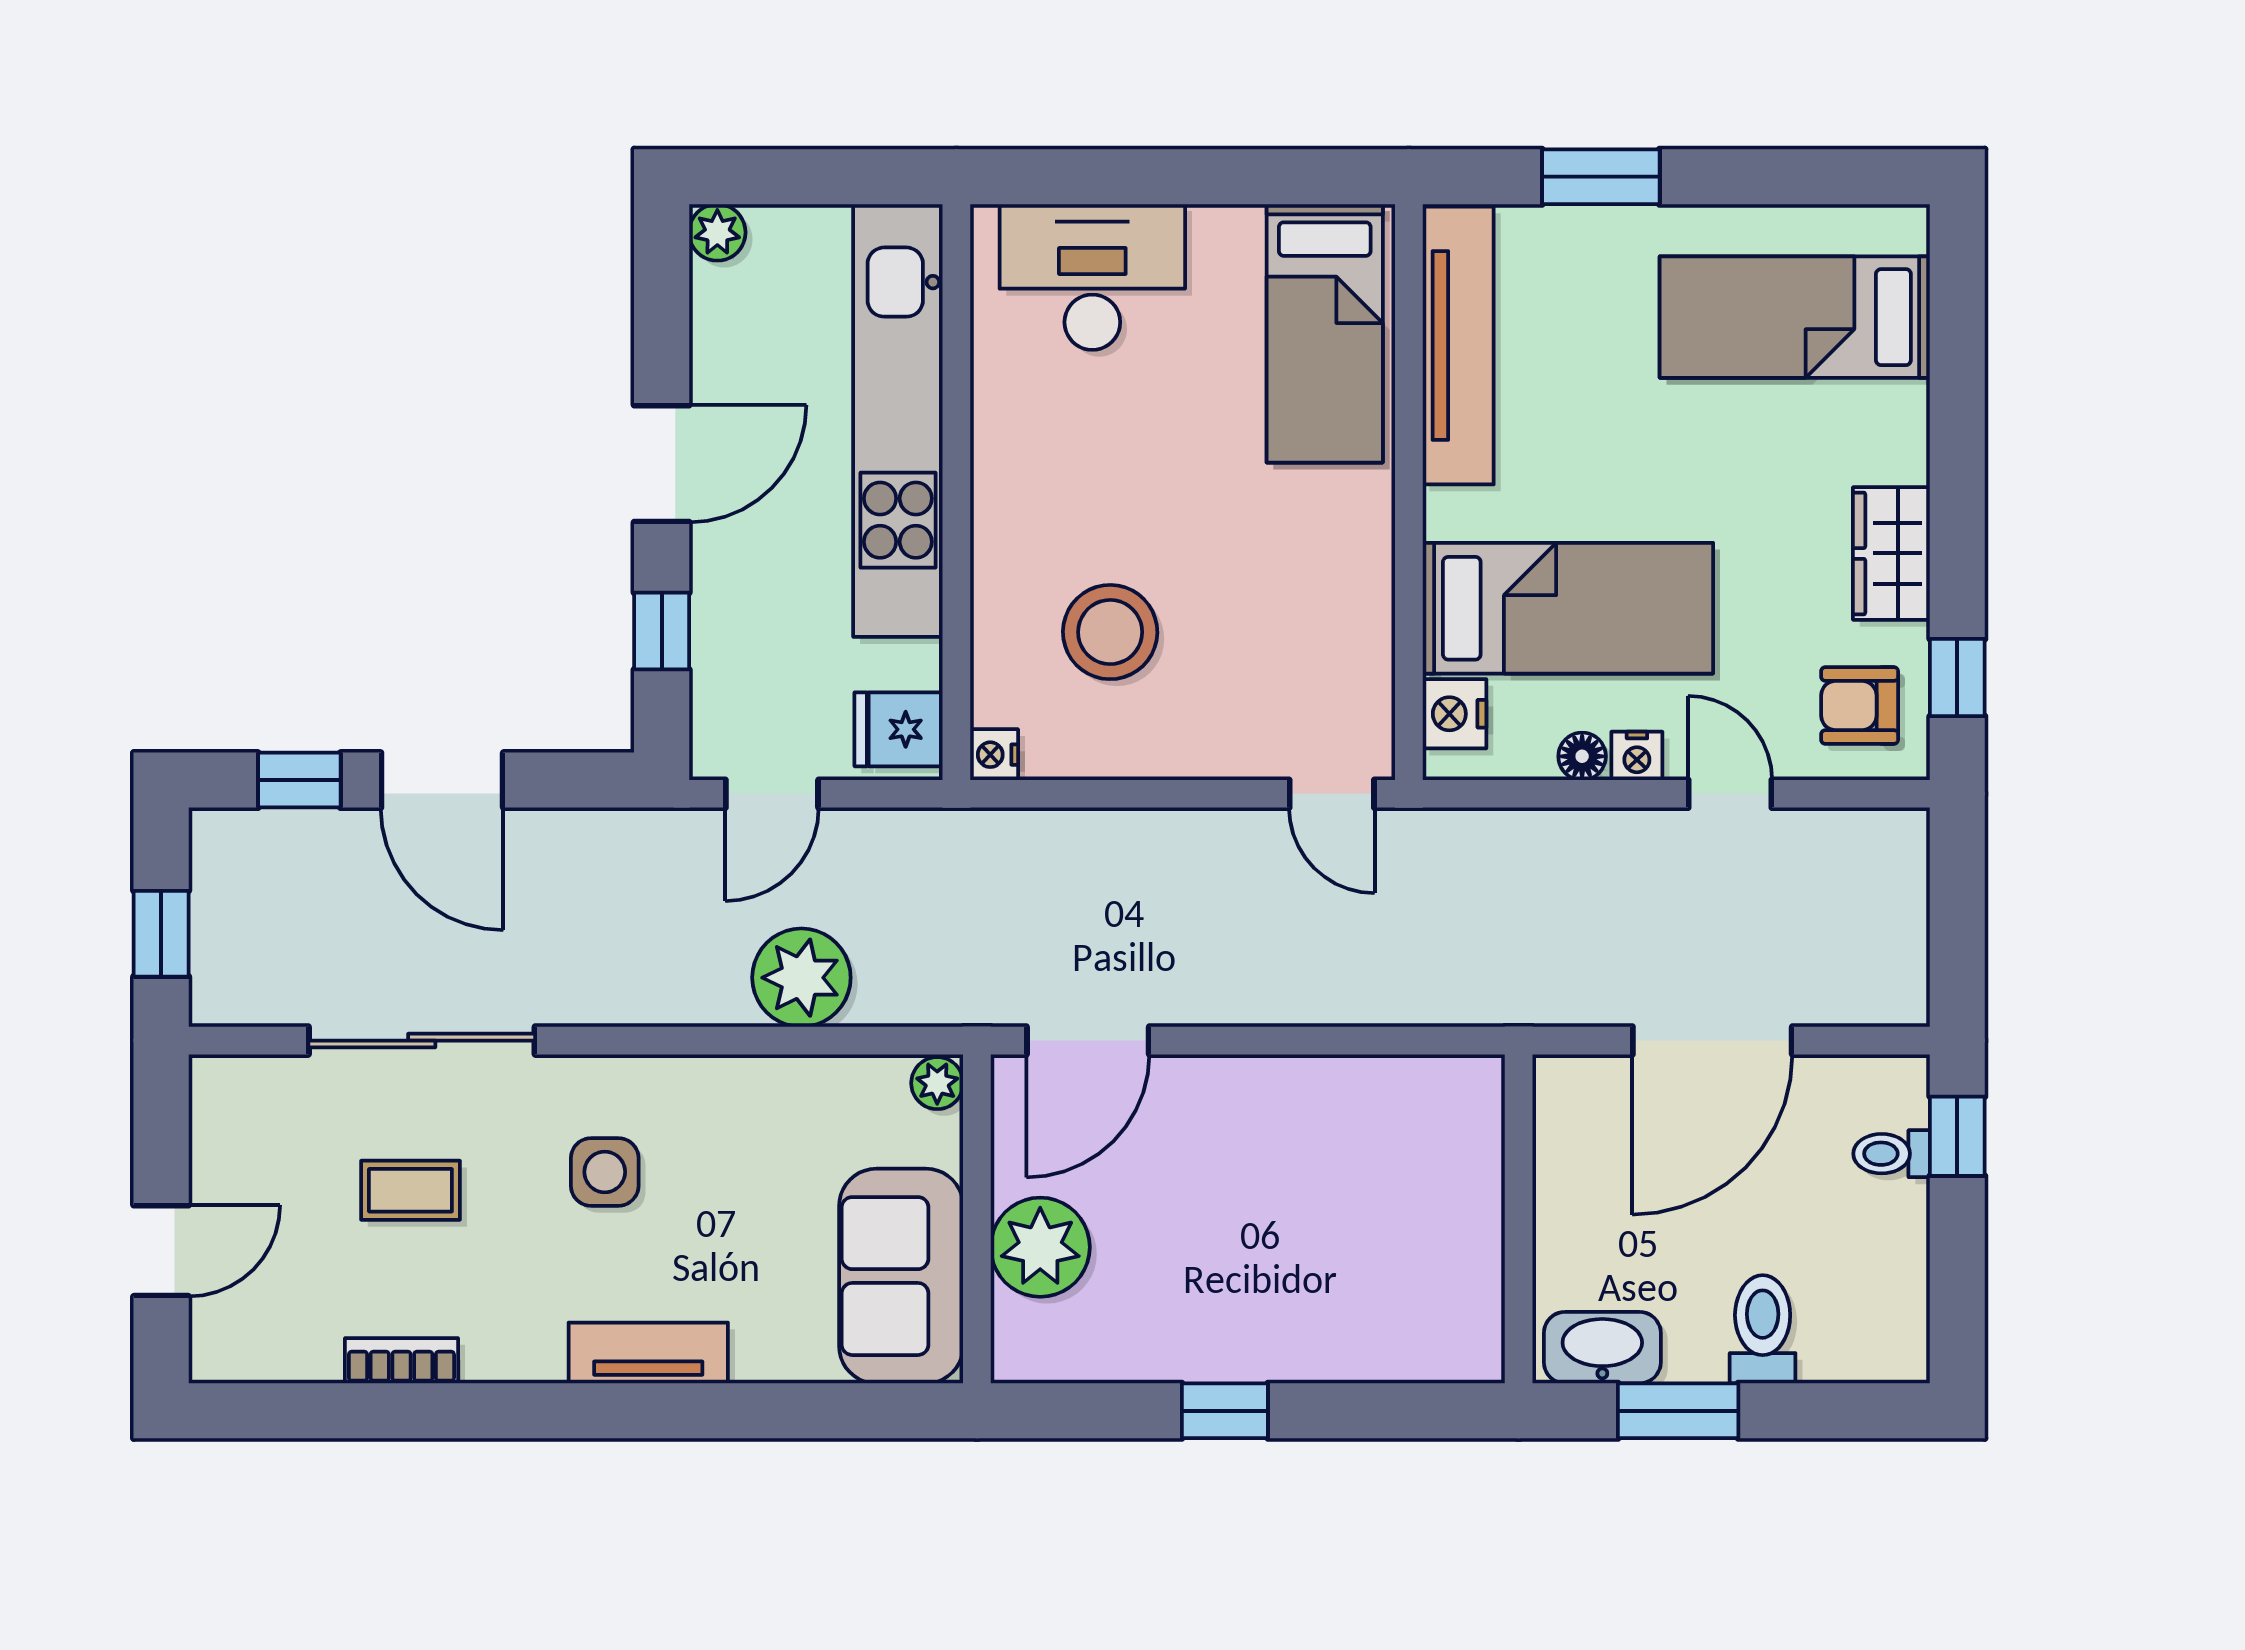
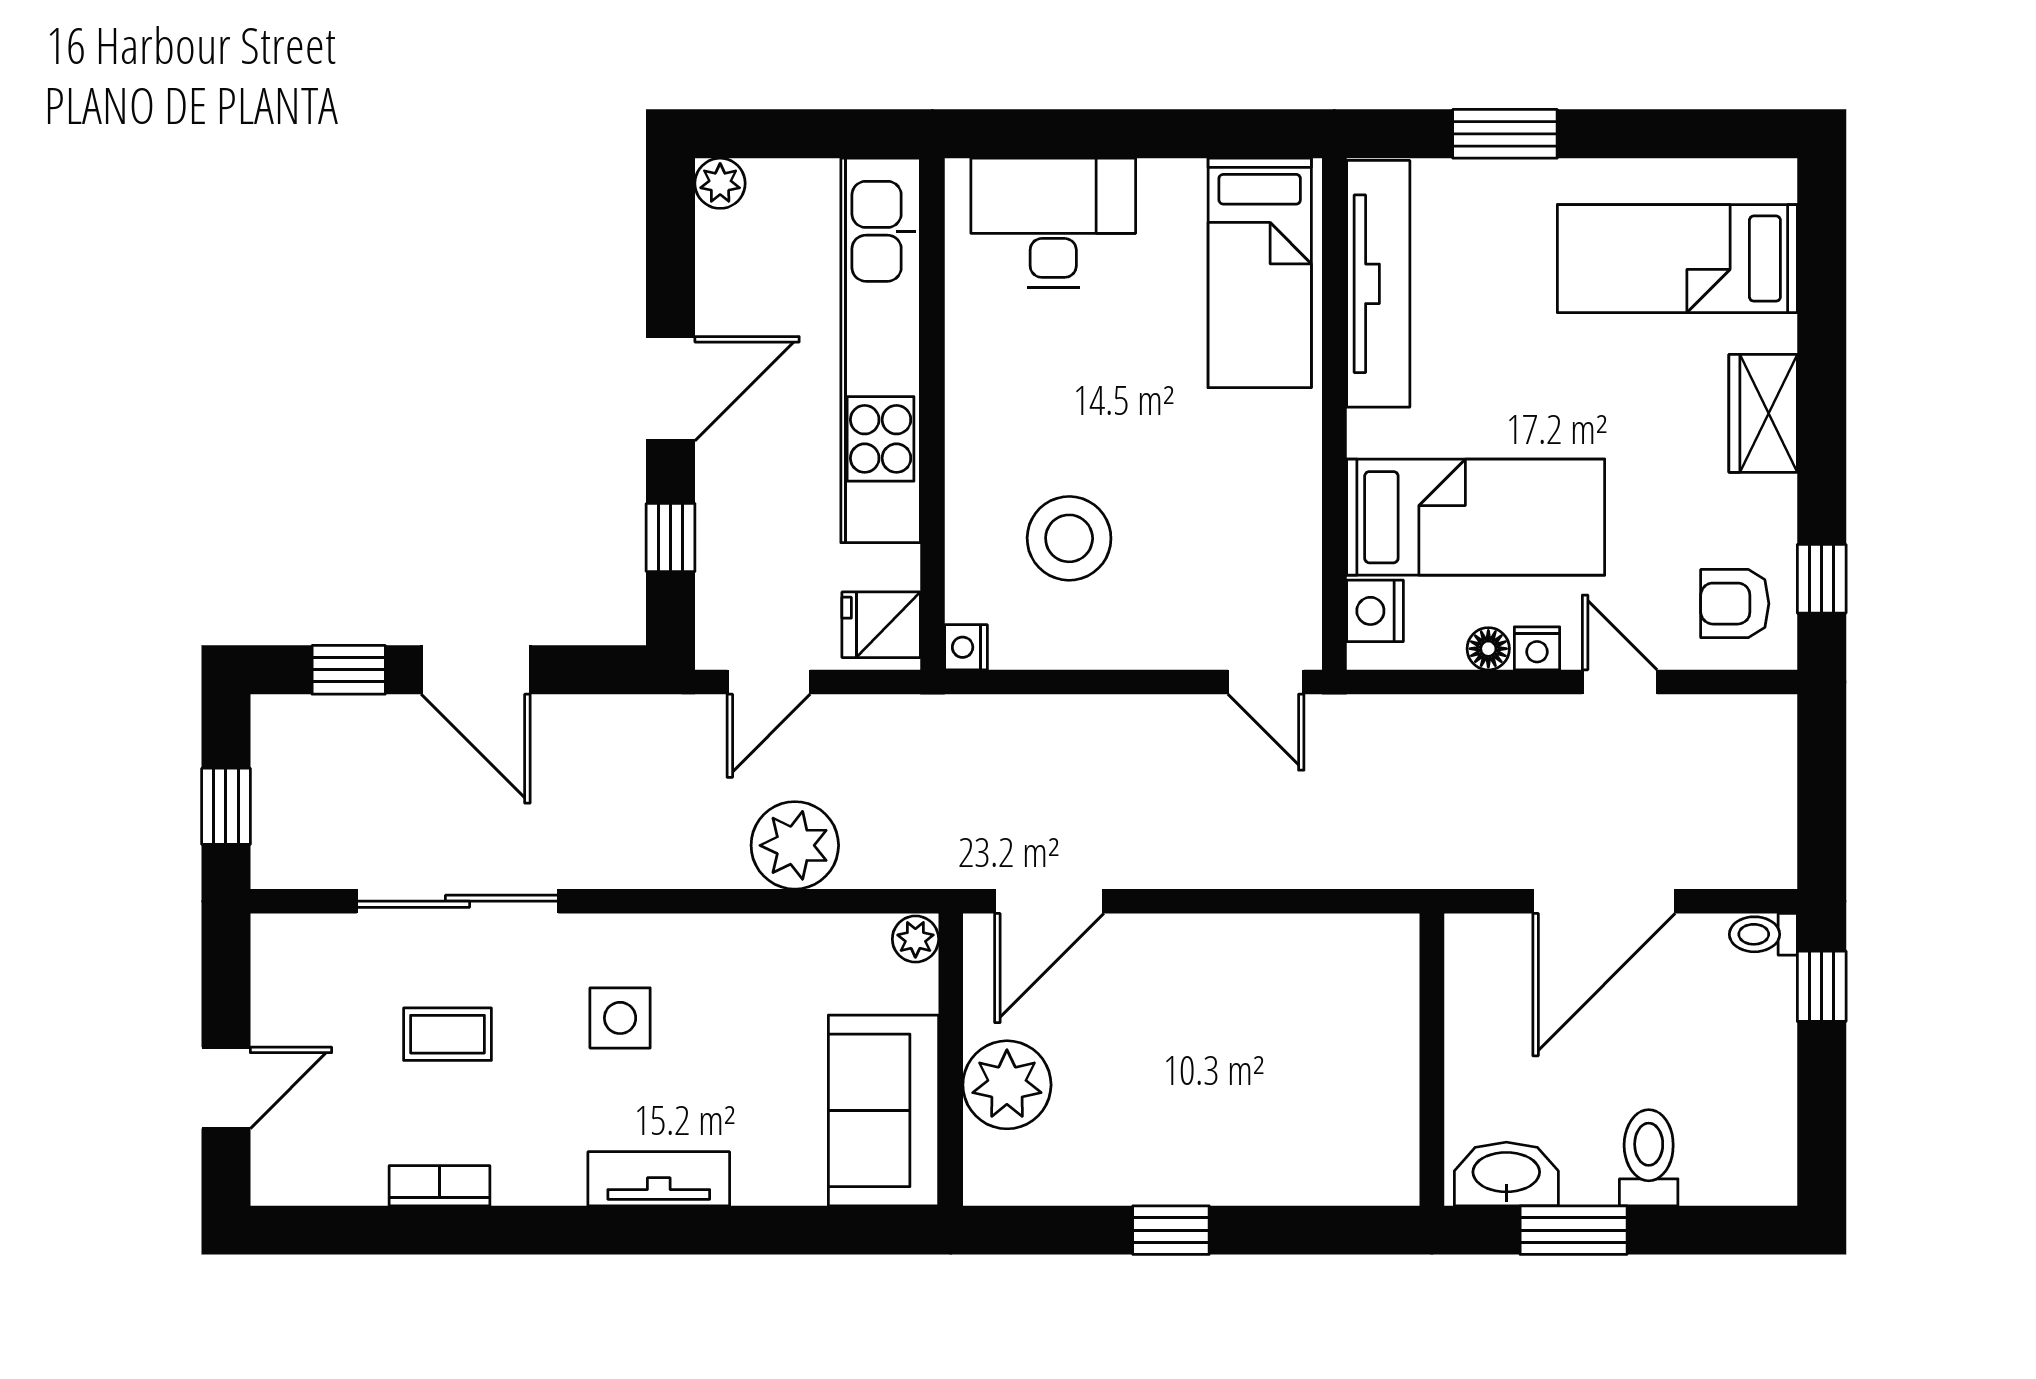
wardrobe: (1891, 553) -> (1763, 413), moved
toilet: (1892, 1154) -> (1763, 934), moved

